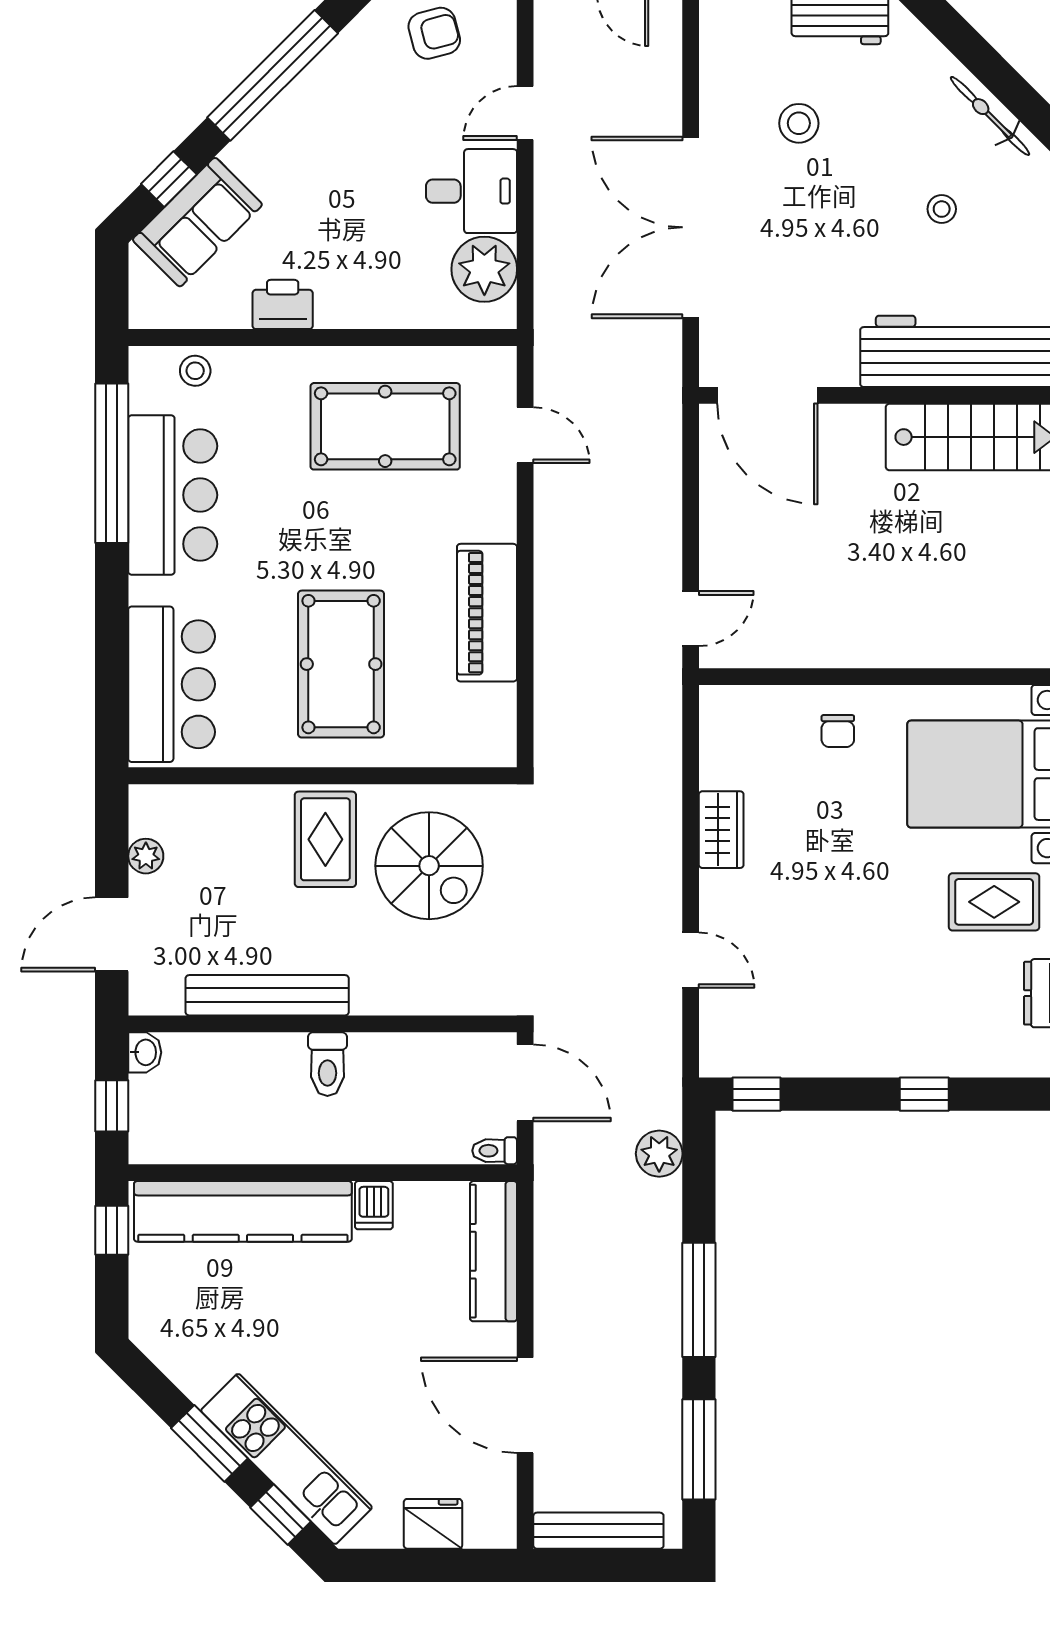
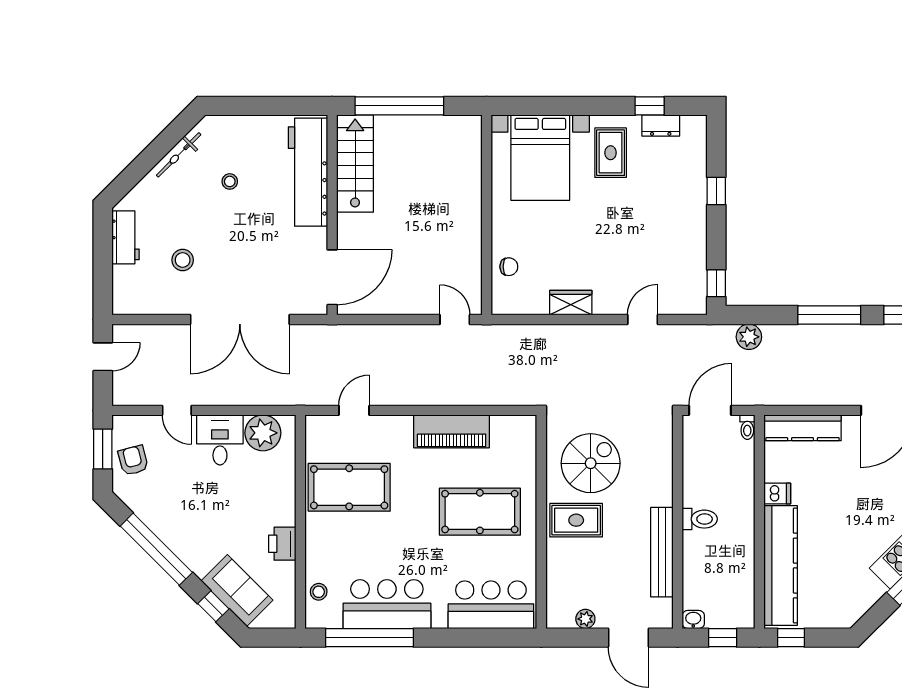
pool table: (385, 426) -> (349, 487), turned 90
chair: (838, 731) -> (509, 267), moved

